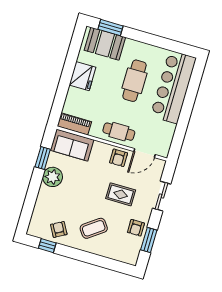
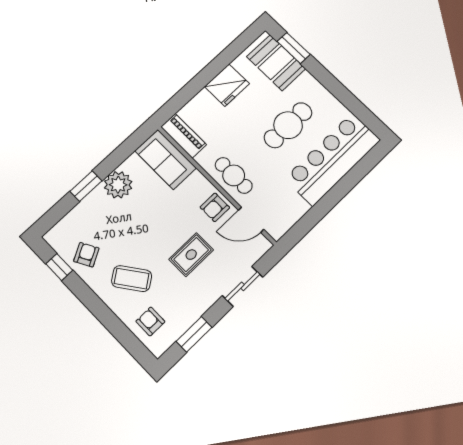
window: (43, 158) -> (86, 186), moved
rug: (121, 194) -> (191, 255), turned 90
armchair: (136, 228) -> (150, 321), moved, turned 90

